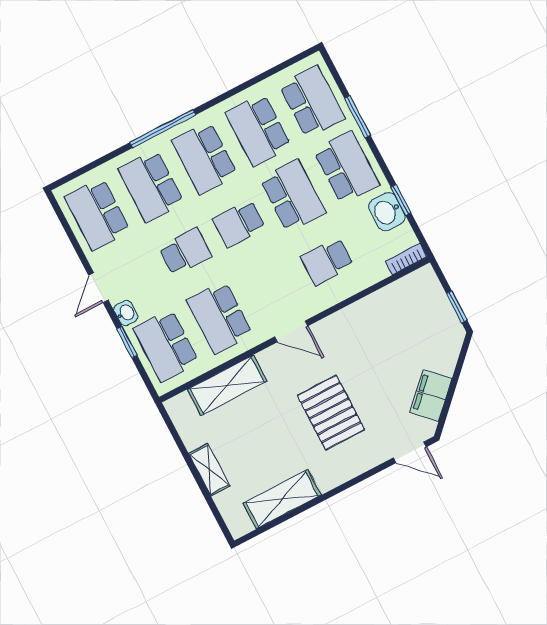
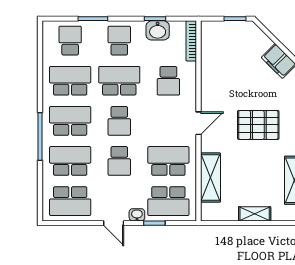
school desk: (312, 102) -> (70, 41), width x0.54
school desk: (258, 130) -> (70, 81), turned 180
school desk: (205, 158) -> (70, 121), turned 180
school desk: (346, 168) -> (119, 41), width x0.54
school desk: (151, 186) -> (70, 161), turned 180
school desk: (185, 252) -> (119, 161), turned 180
bookcase: (406, 259) -> (191, 41), width x1.56
school desk: (220, 317) -> (168, 161), turned 180

